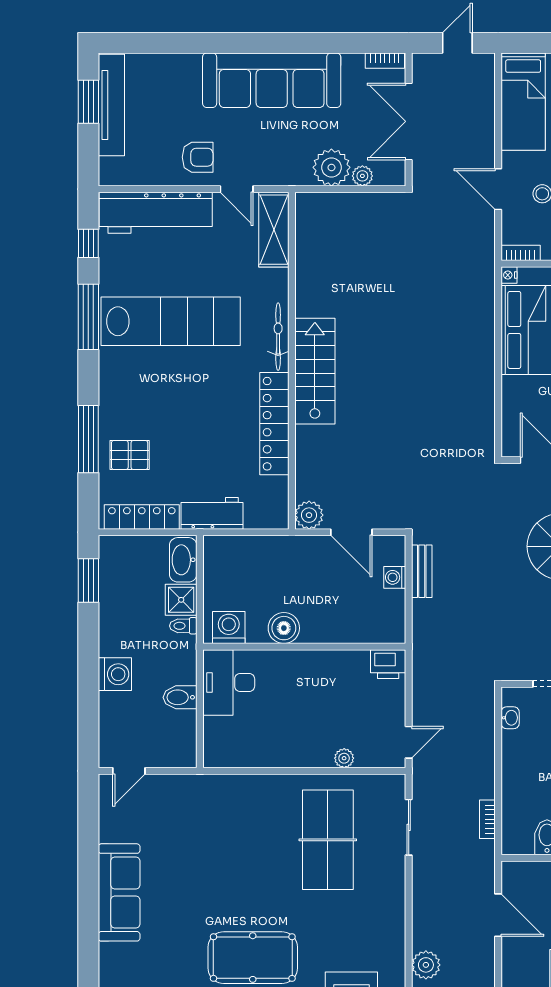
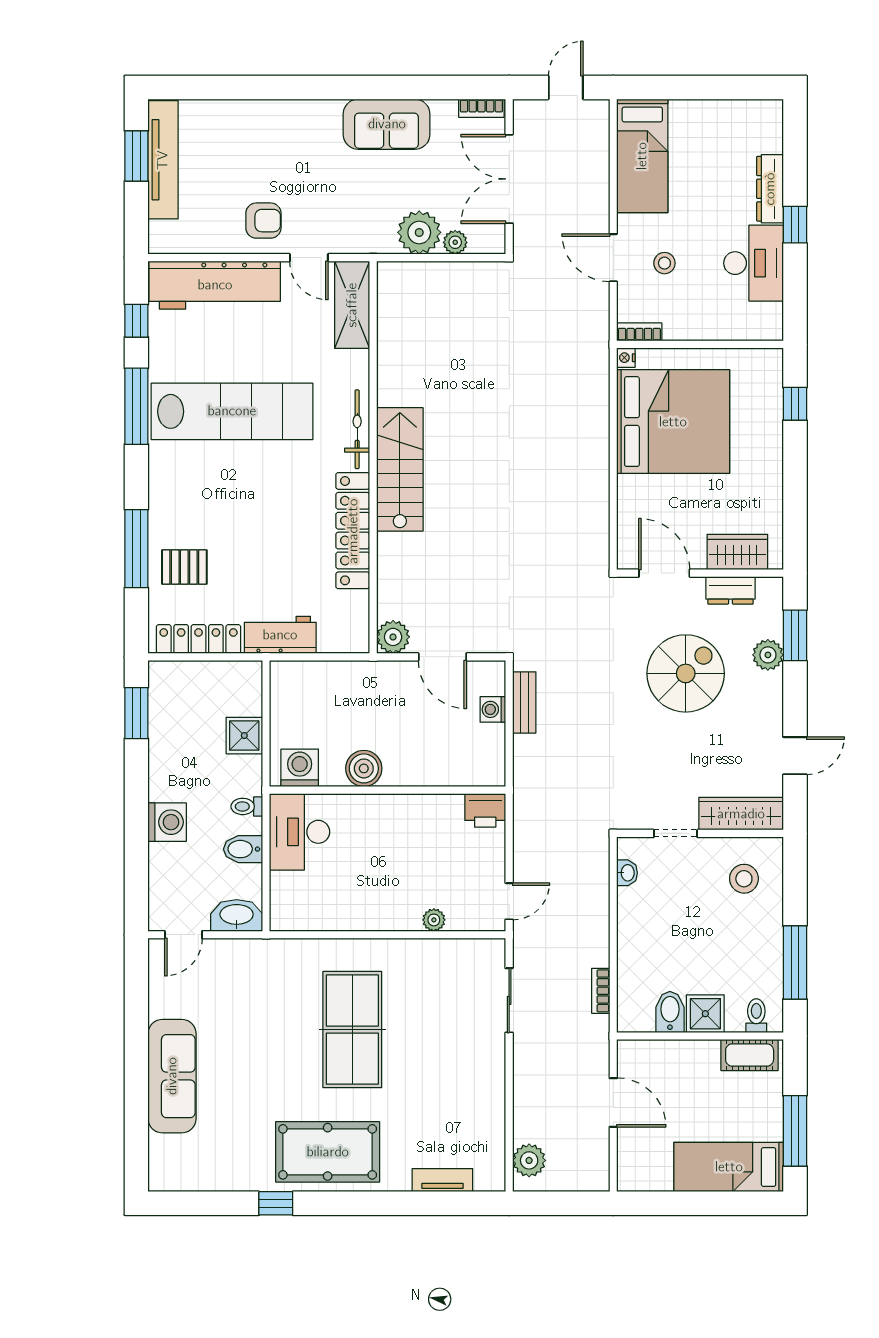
sofa: (272, 80) -> (387, 124), width x0.54, depth x0.79
washbasin: (183, 560) -> (237, 915), moved, turned 90
toilet: (183, 626) -> (247, 806), moved
table tennis table: (328, 840) -> (352, 1030), moved

